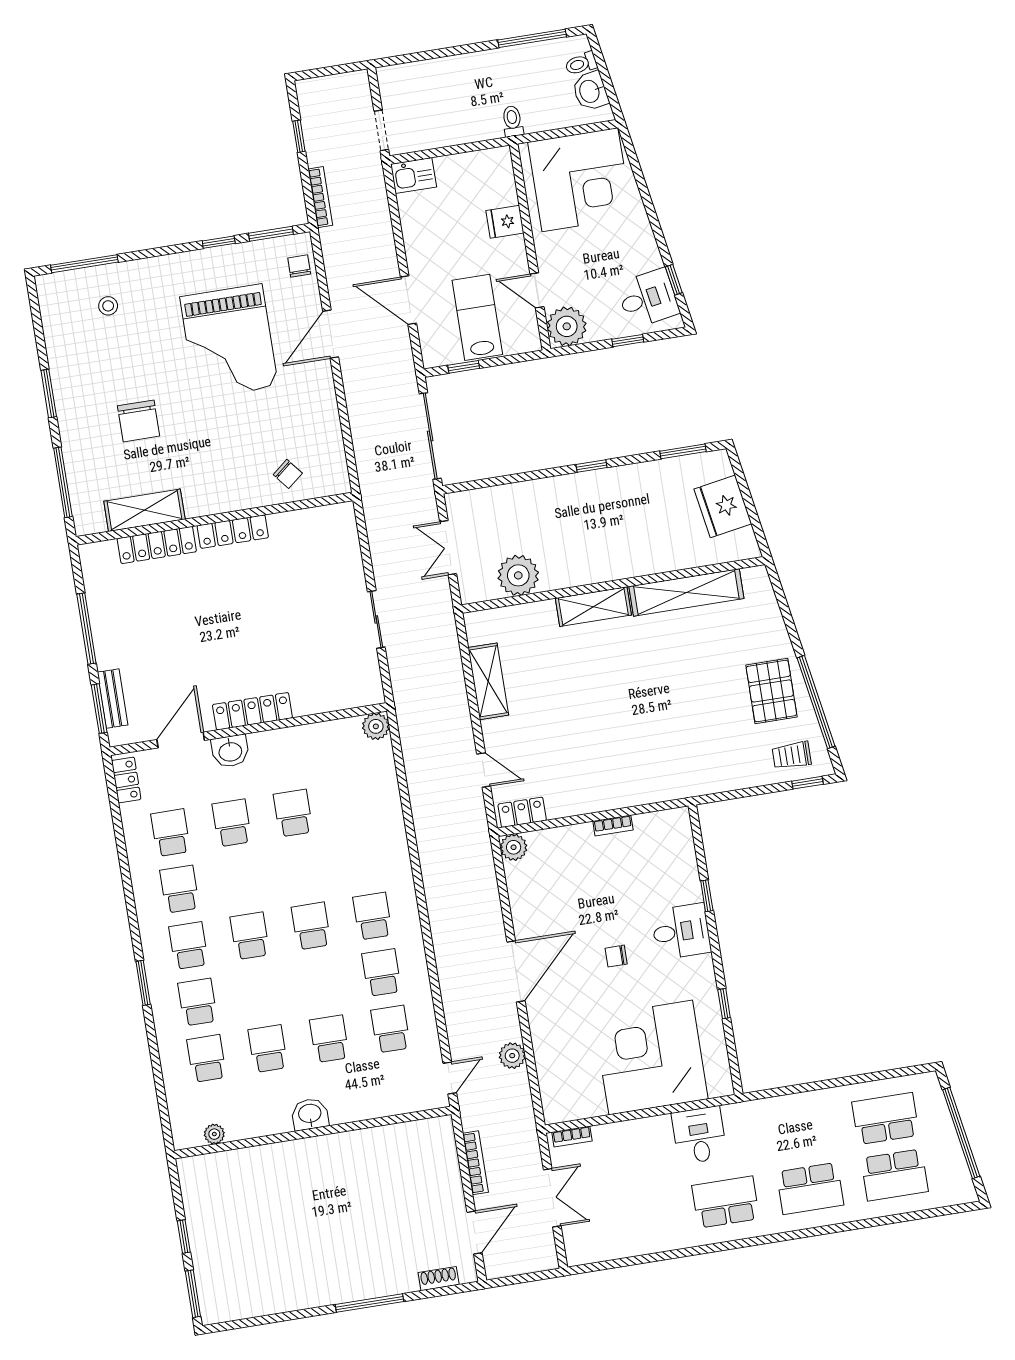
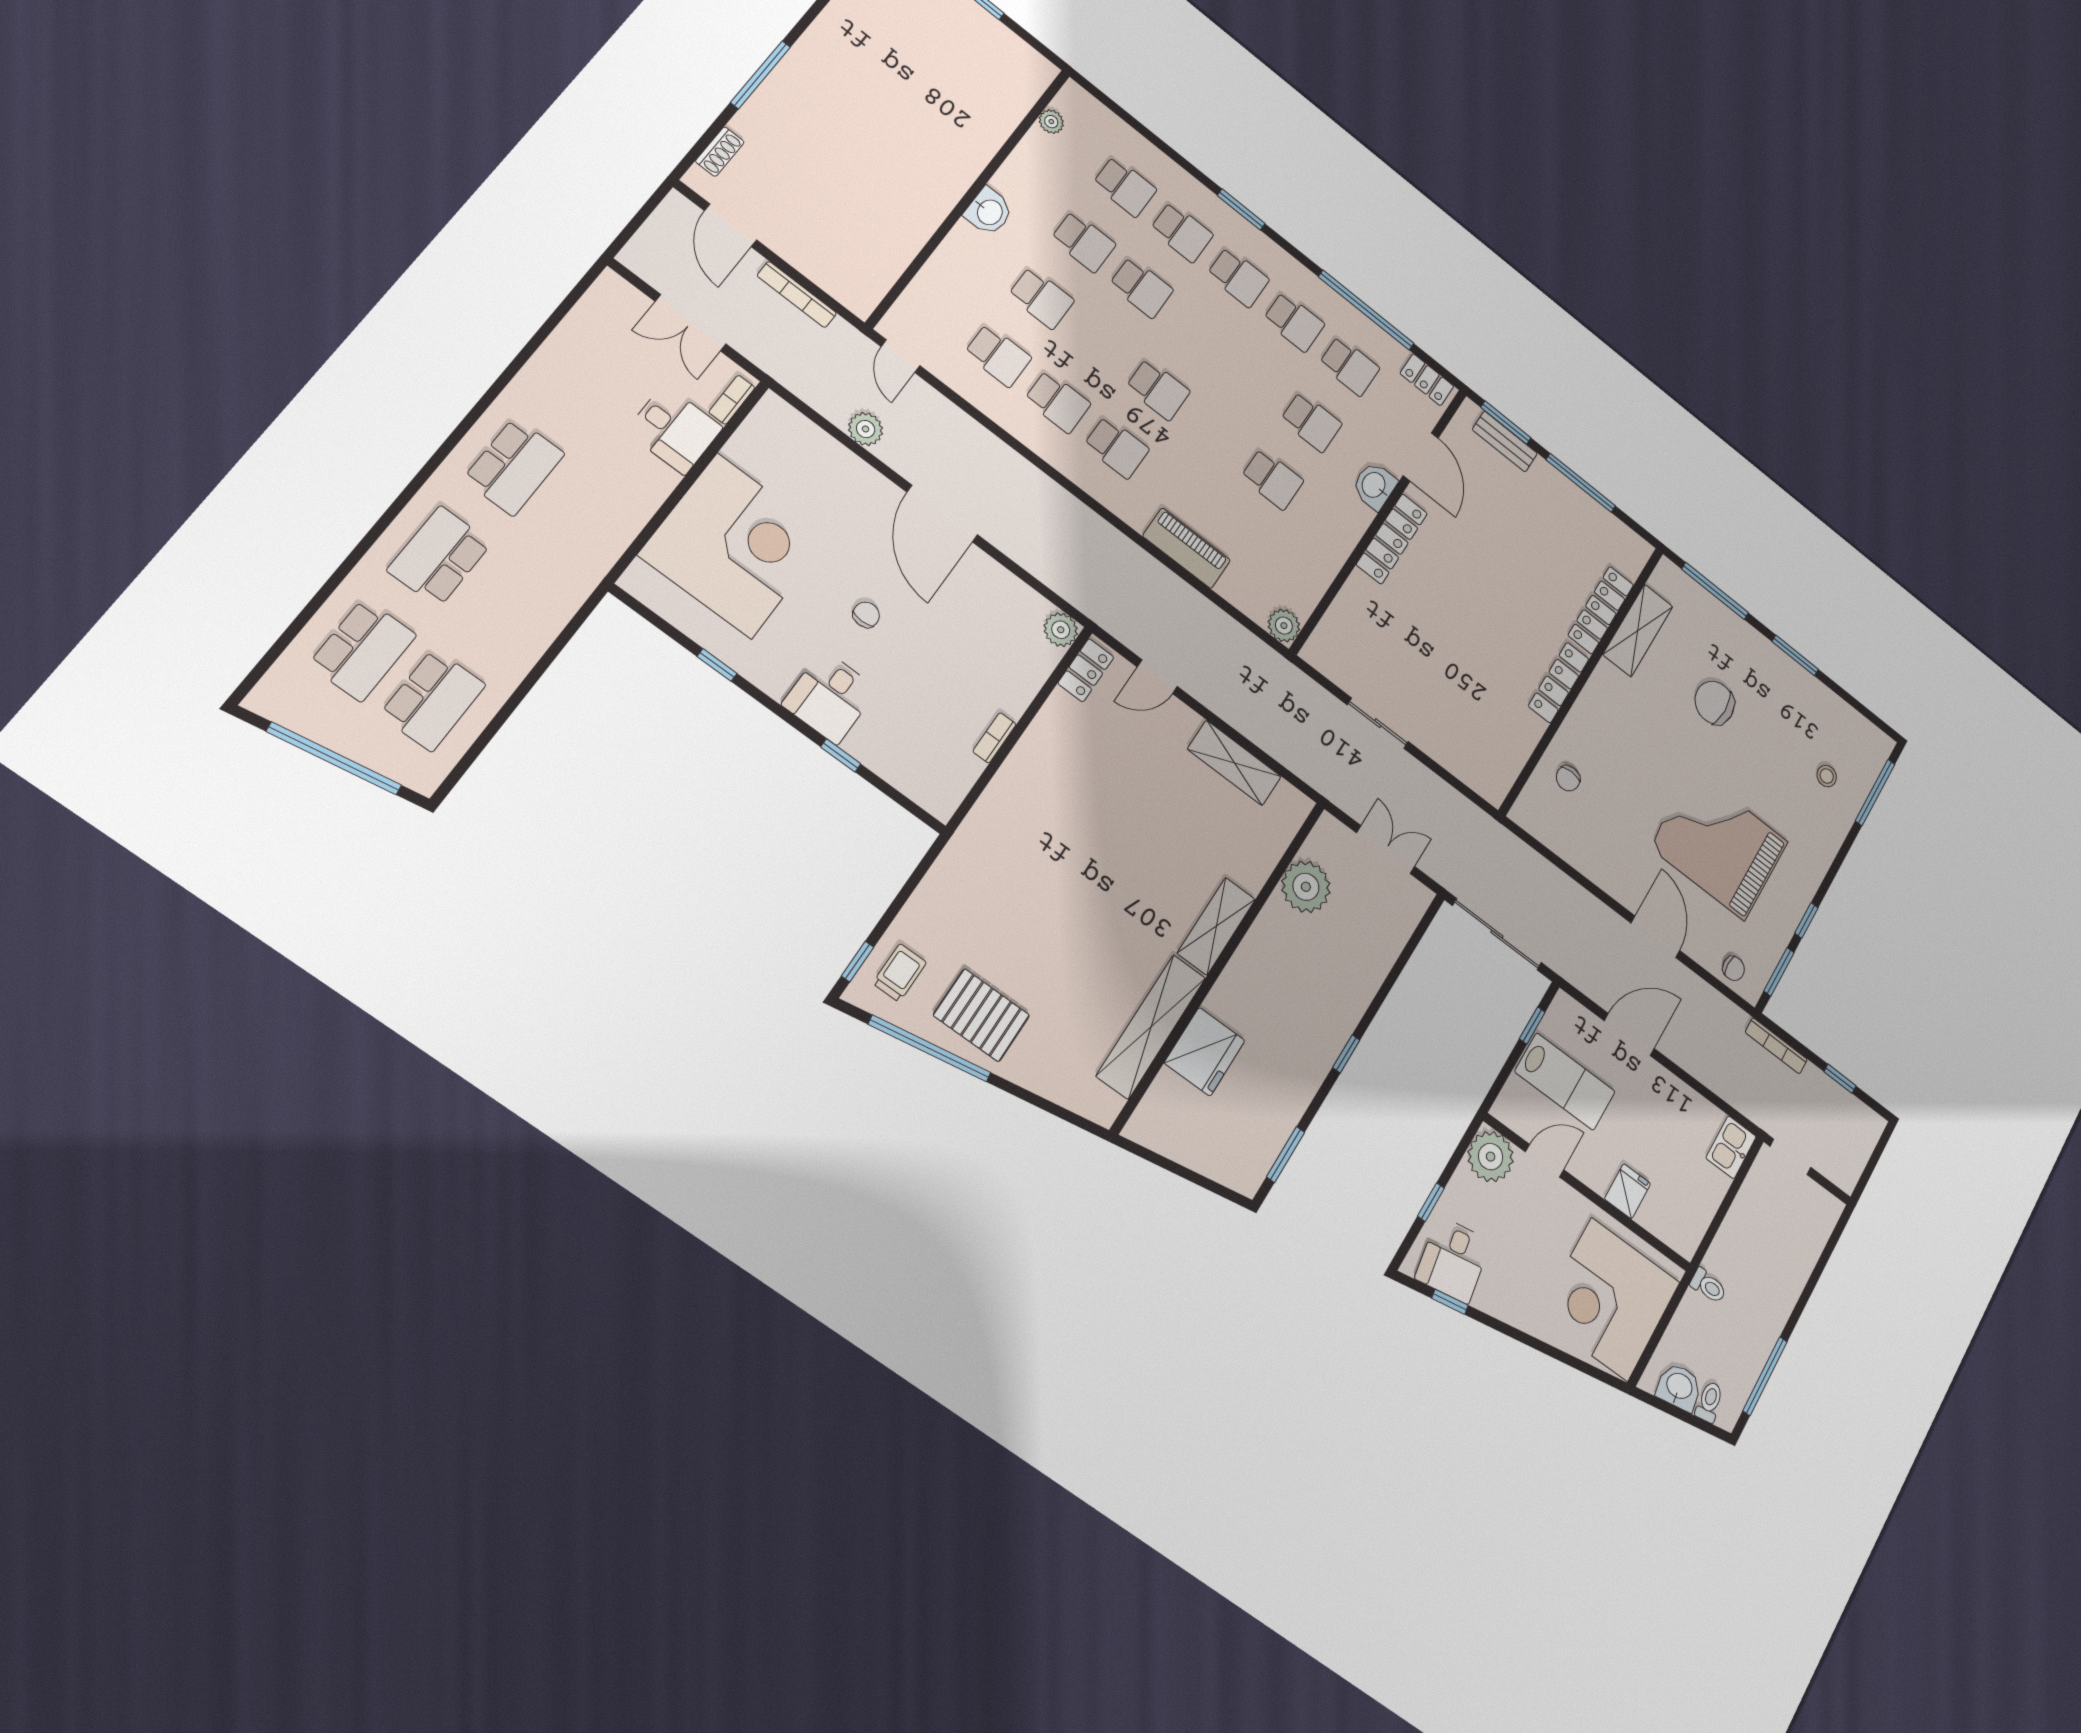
chair: (288, 474) -> (1568, 778), turned -51
fridge: (723, 506) -> (1205, 1052), moved, turned 100
piano: (390, 823) -> (1187, 548), added
window: (123, 855) -> (1366, 310), added
school desk: (250, 936) -> (1141, 287), moved
desk: (699, 1135) -> (674, 429), moved
school desk: (895, 1175) -> (363, 650), turned 180

